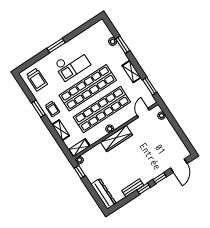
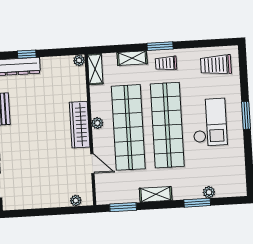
checkout: (72, 64) -> (209, 122), turned 180
window: (38, 109) -> (160, 46), moved
door: (143, 113) -> (92, 164), moved
window: (80, 172) -> (27, 54), moved

